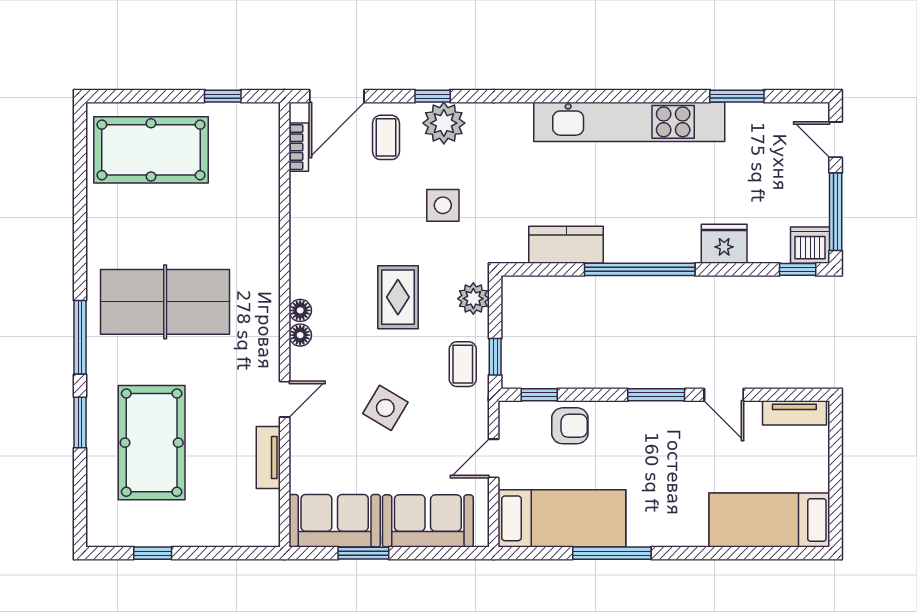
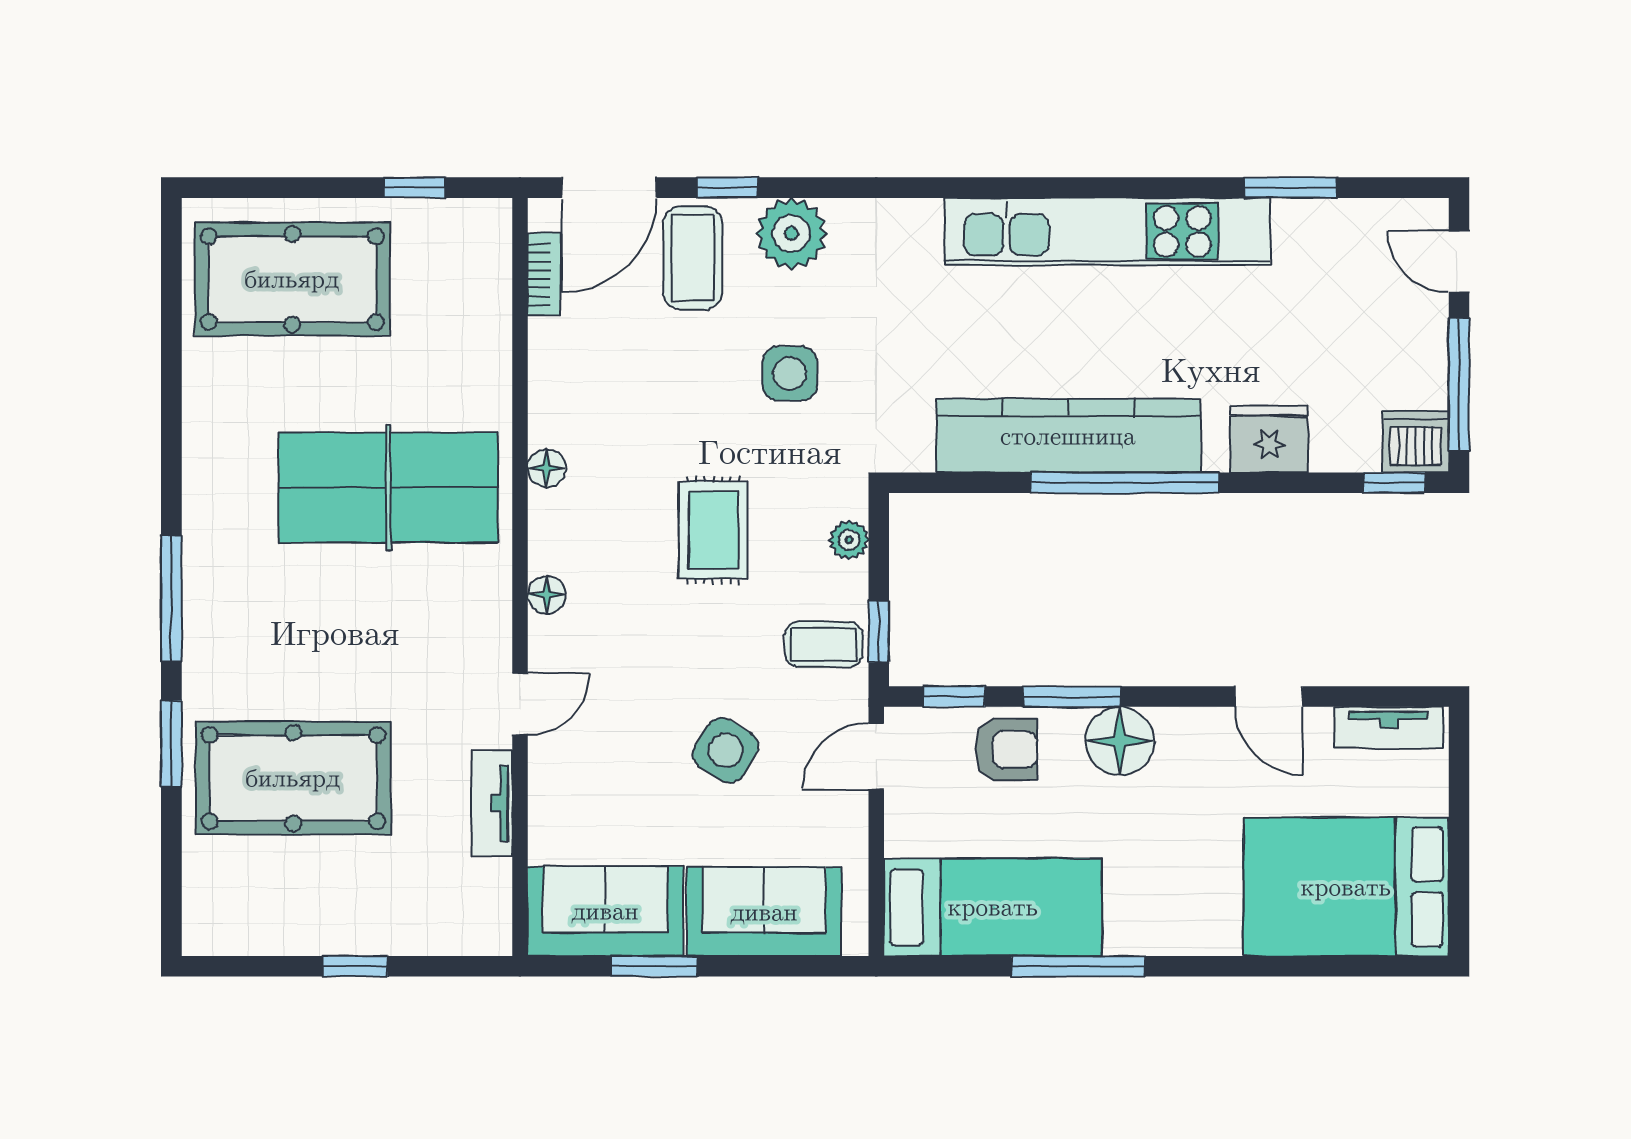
window: (433, 96) -> (727, 188), moved
coffee table: (386, 137) -> (693, 258), width x1.36, depth x1.30
kitchen counter: (566, 245) -> (1068, 436), width x2.08, depth x1.17
plant: (473, 299) -> (849, 540), width x0.73, depth x0.73
table tennis table: (165, 302) -> (388, 487), moved
floor lamp: (300, 310) -> (547, 468), moved
coffee table: (463, 364) -> (824, 644), turned 90
window: (656, 395) -> (1072, 697), moved
side table: (385, 408) -> (726, 750), moved
floor lamp: (636, 421) -> (1120, 741), added
pool table: (152, 443) -> (293, 778), turned 90
door: (494, 458) -> (876, 756), moved
bed: (769, 520) -> (1346, 887), width x1.50
window: (153, 553) -> (355, 966), moved

